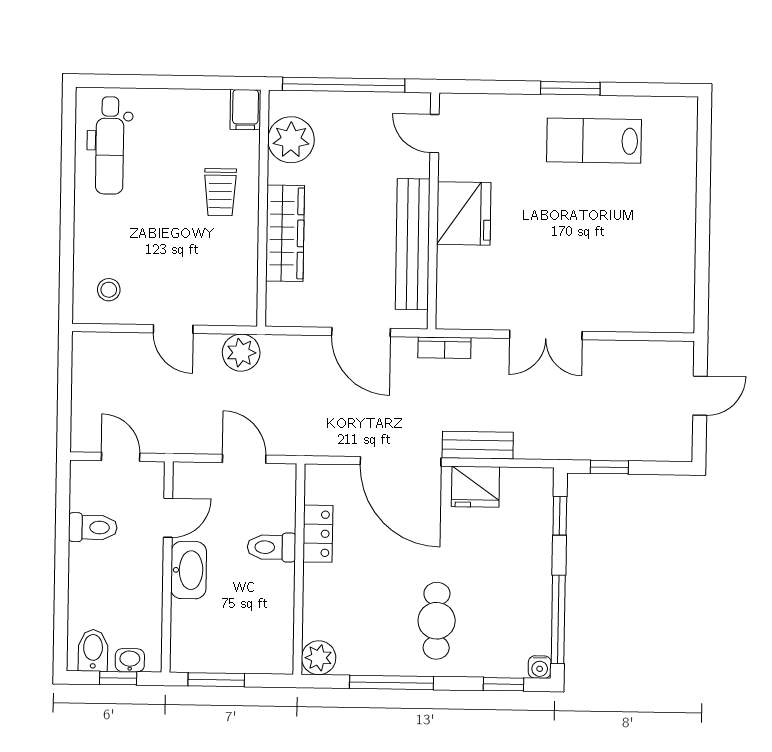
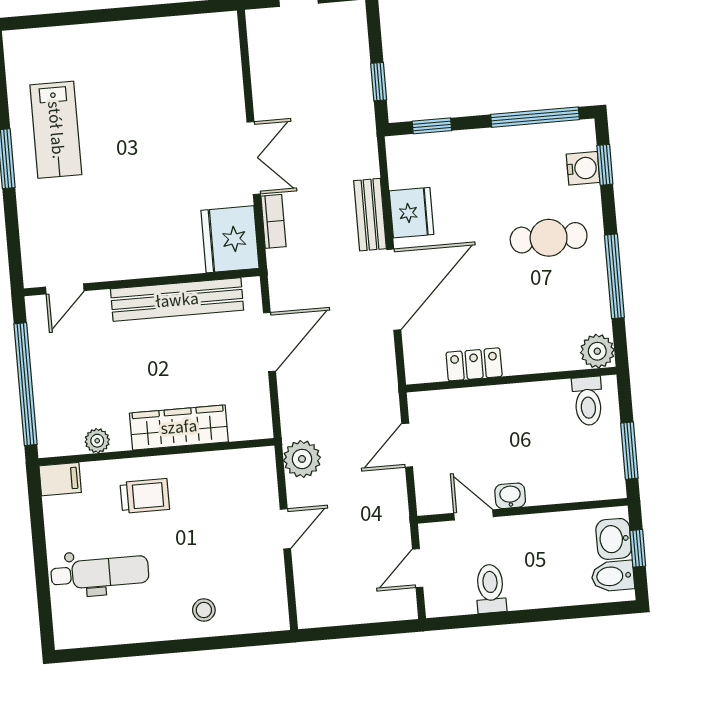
plant: (291, 140) -> (97, 441), width x0.53, depth x0.53
dental chair: (110, 145) -> (100, 573), moved
fridge: (464, 213) -> (230, 239), moved, turned -90
stool: (109, 290) -> (204, 610), moved
bookcase: (444, 348) -> (273, 221), moved
toilet: (271, 547) -> (588, 401), moved
washbasin: (189, 570) -> (510, 496), width x0.52, depth x0.69
washbasin: (130, 660) -> (614, 539), width x1.38, depth x1.45
water cooler: (540, 667) -> (583, 168), moved, width x1.38, depth x1.38

